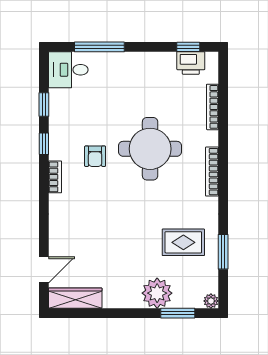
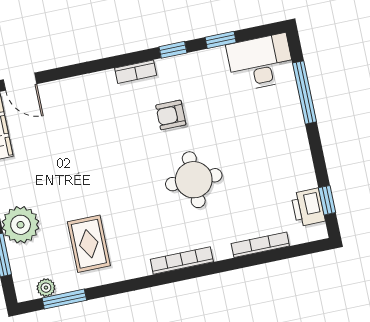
desk: (68, 70) -> (261, 62), width x1.37
round table: (150, 149) -> (194, 180), width x0.73, depth x0.73
window: (223, 252) -> (64, 299), moved
plant: (211, 301) -> (46, 288), moved

